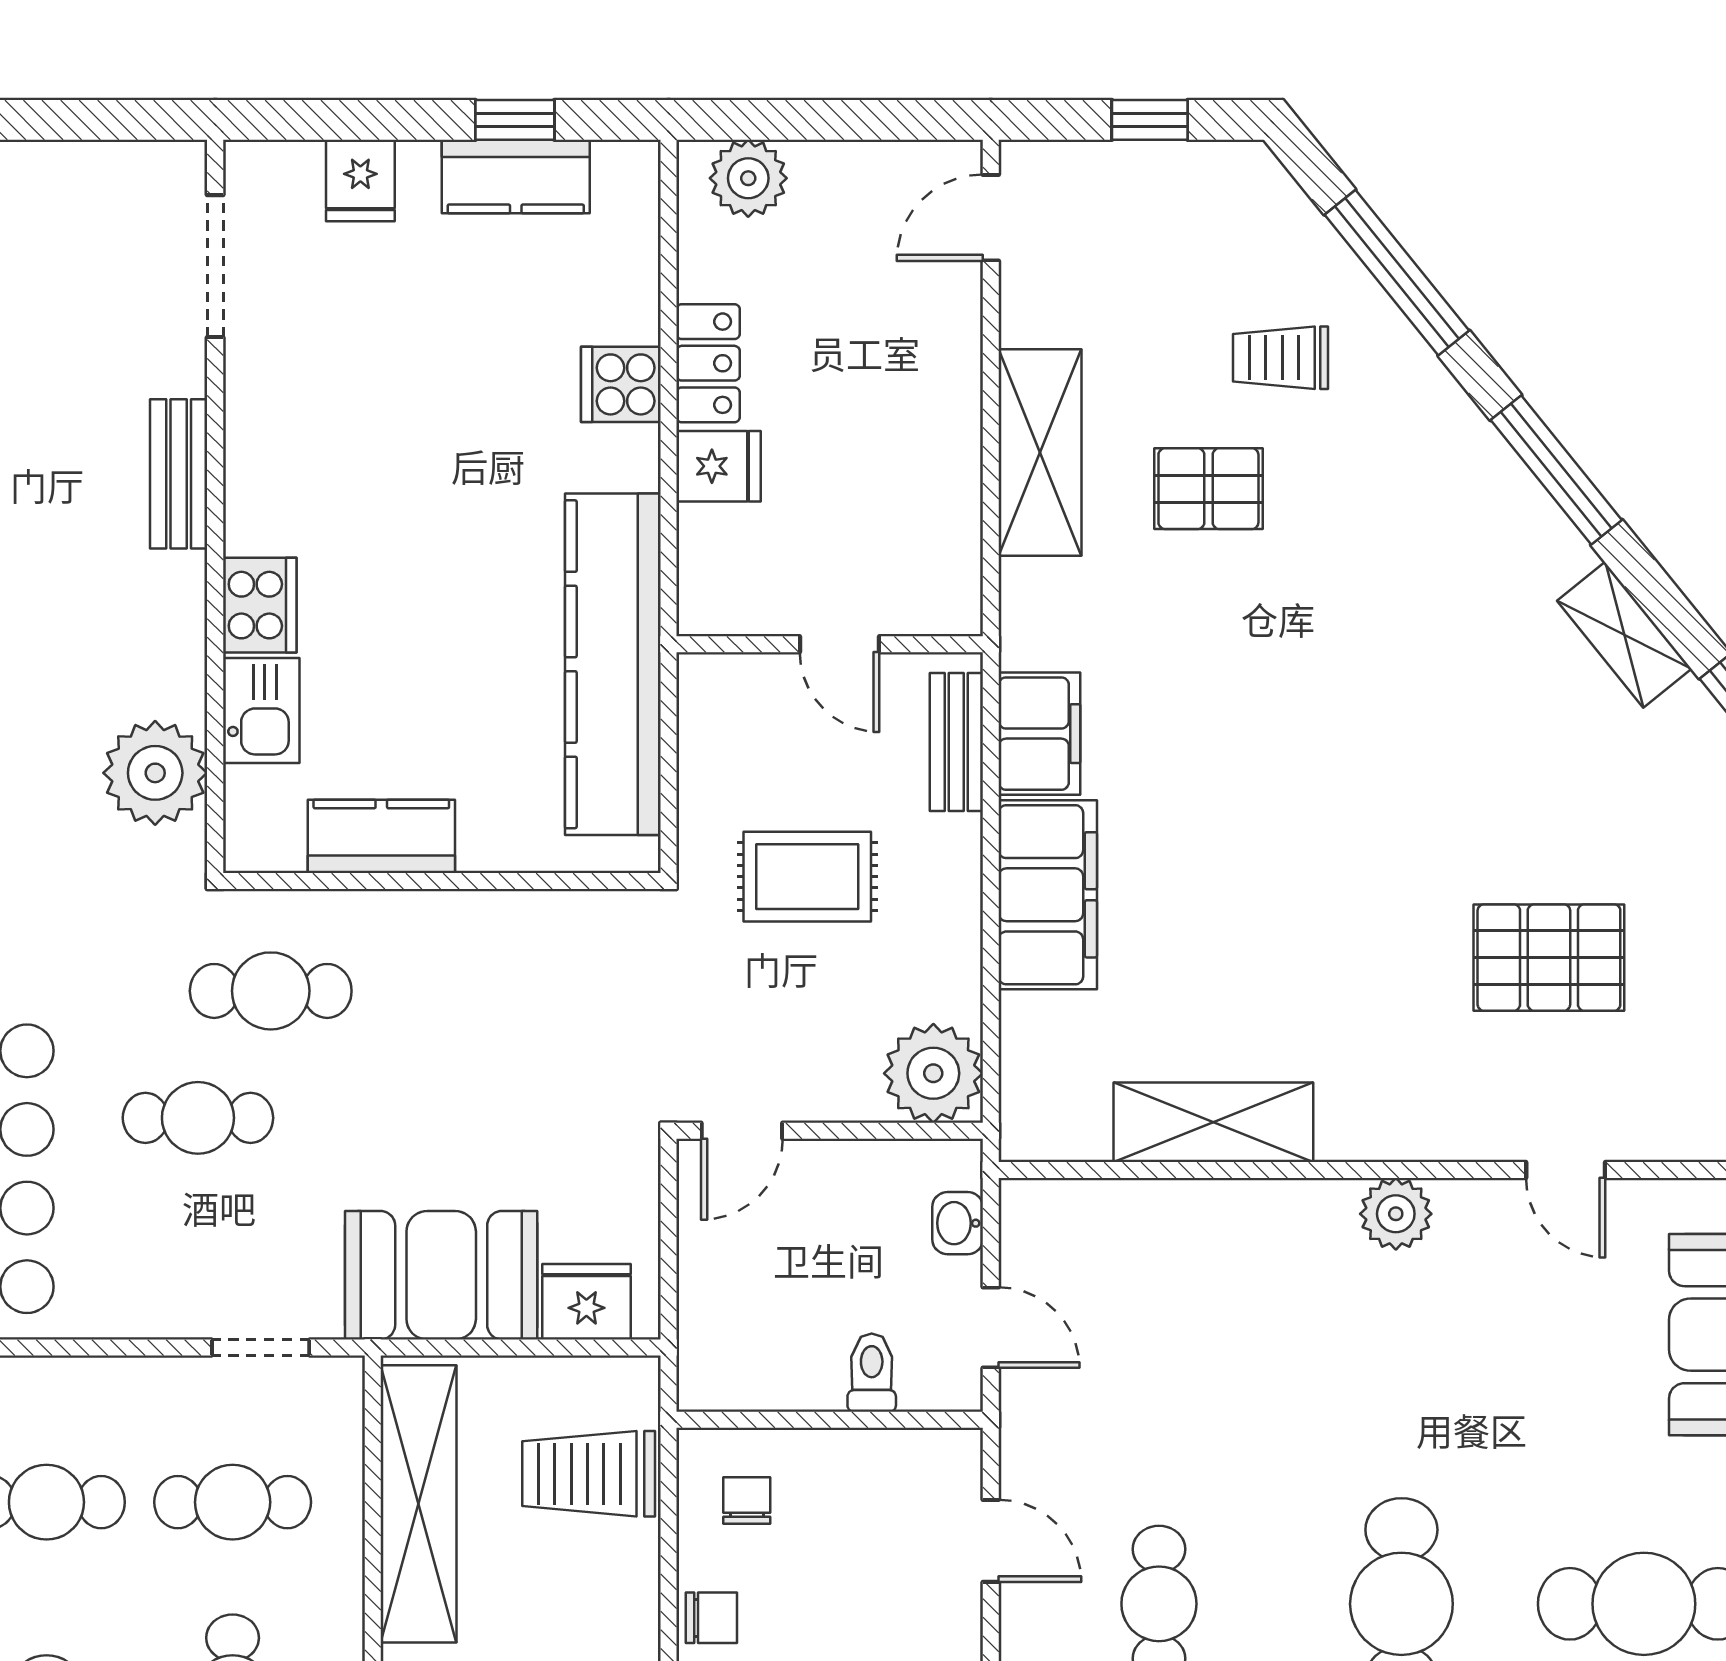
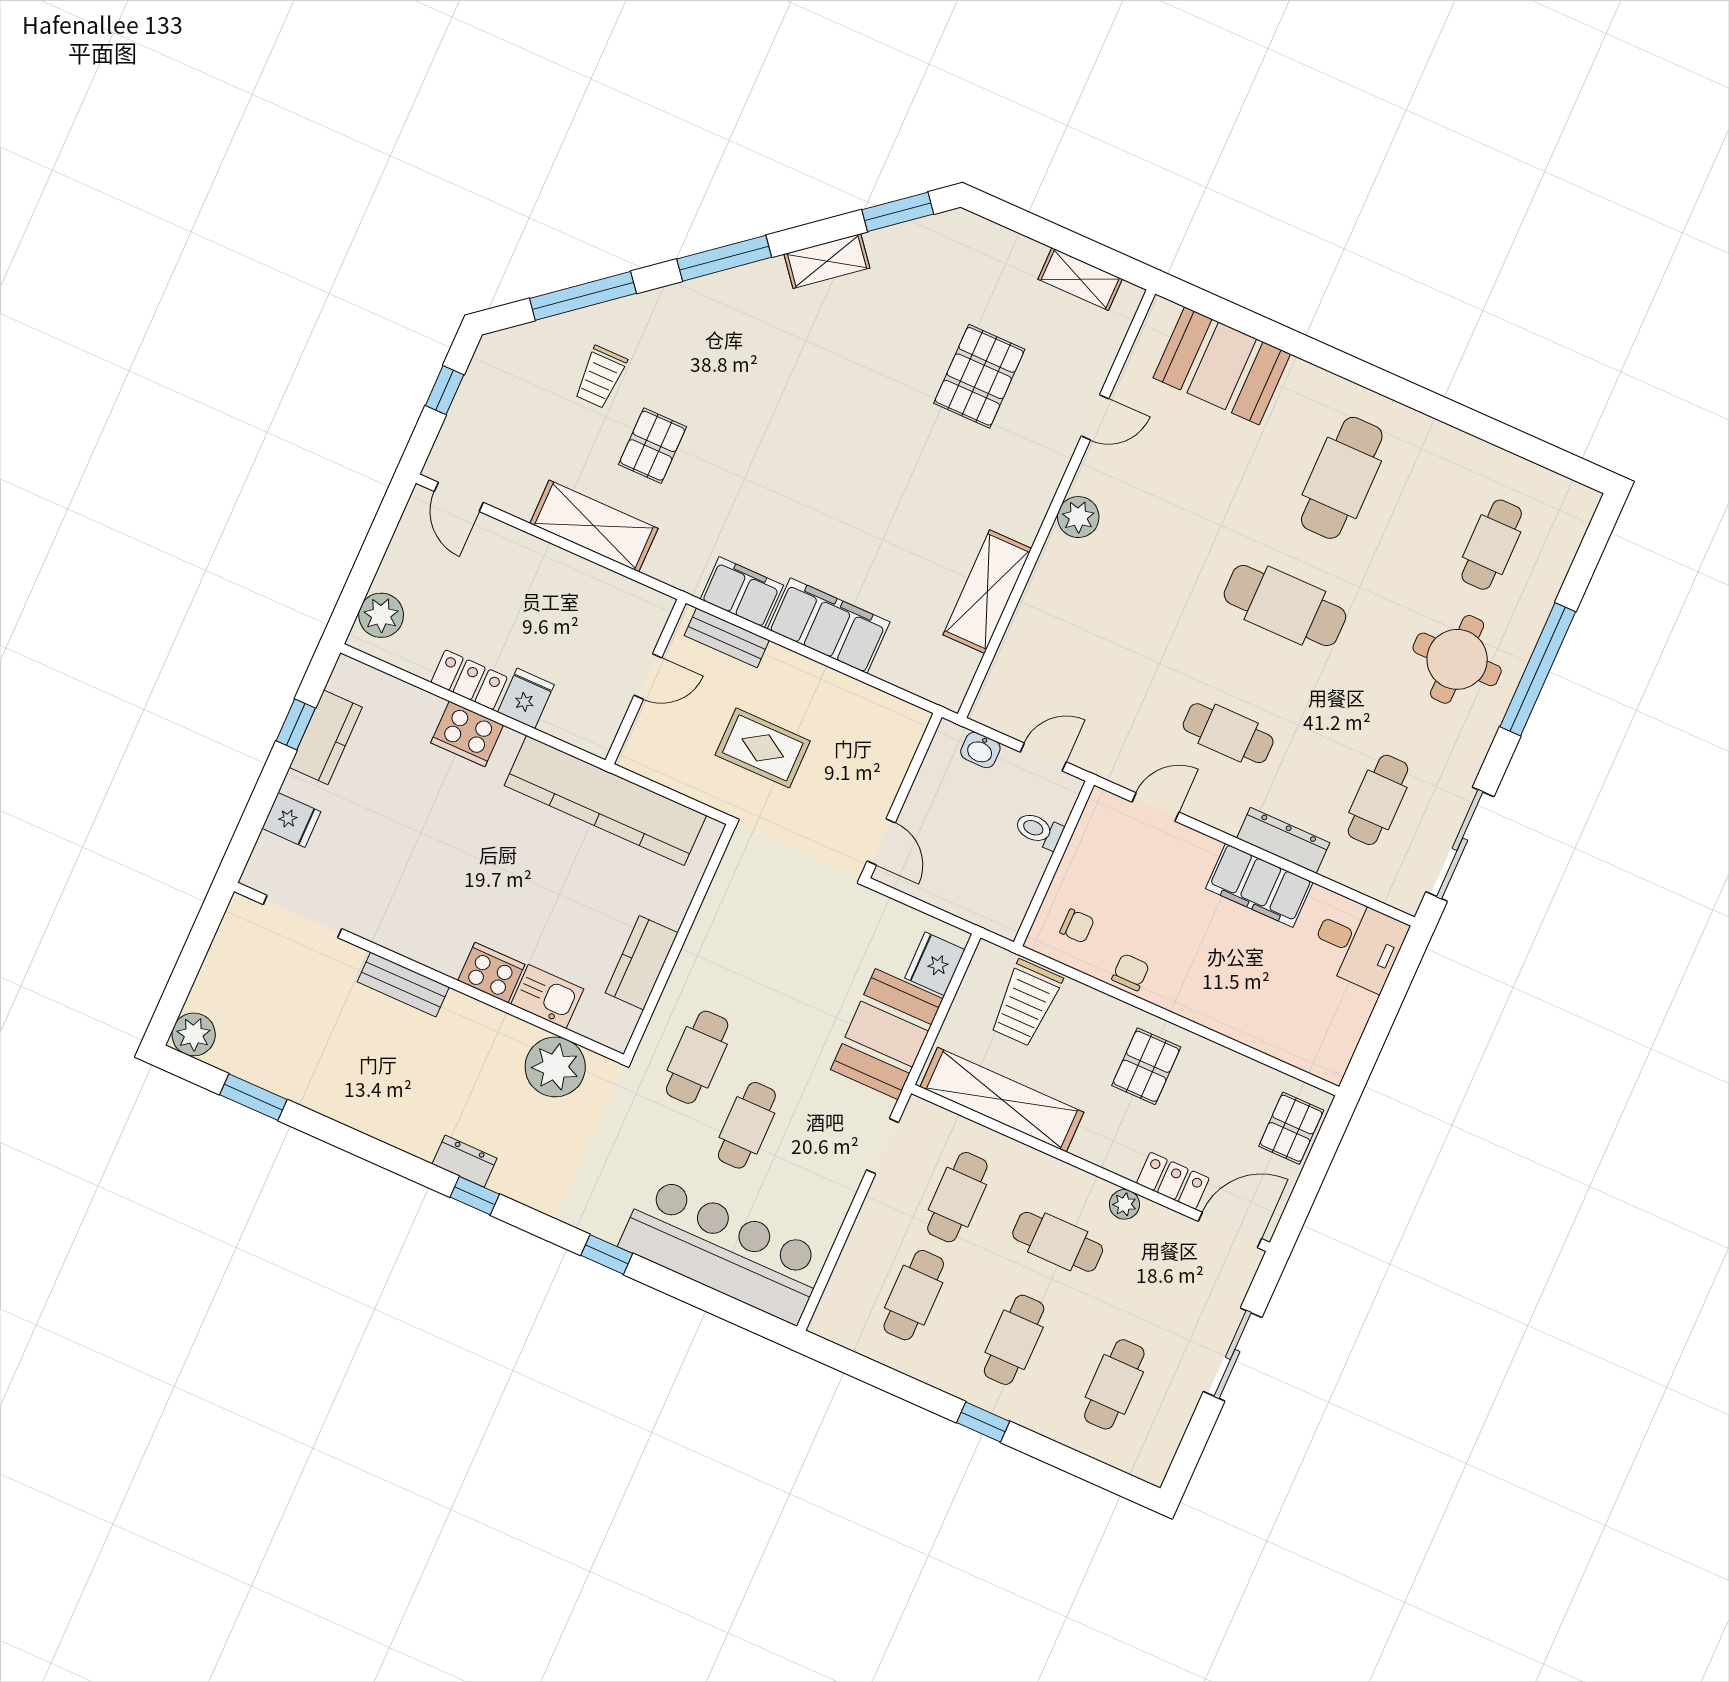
cooker: (621, 384) -> (467, 734), width x1.36
rug: (807, 877) -> (763, 748), turned 90
plant: (933, 1073) -> (896, 728), removed
chair: (747, 1501) -> (1077, 926), turned 180

